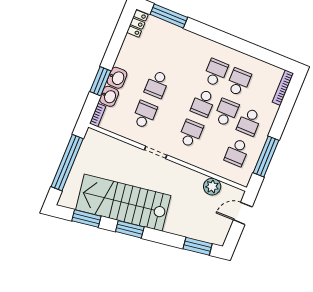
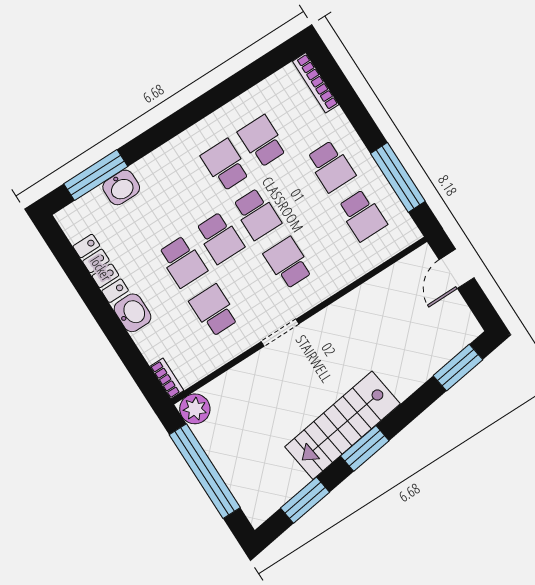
locker: (137, 24) -> (101, 268), moved, width x1.53
window: (100, 81) -> (121, 340), removed
washbasin: (109, 96) -> (121, 187), moved, turned 90
school desk: (226, 112) -> (220, 238), moved, turned 180
plant: (212, 187) -> (195, 409), moved
stairs: (123, 203) -> (343, 425), width x0.73, depth x0.66

